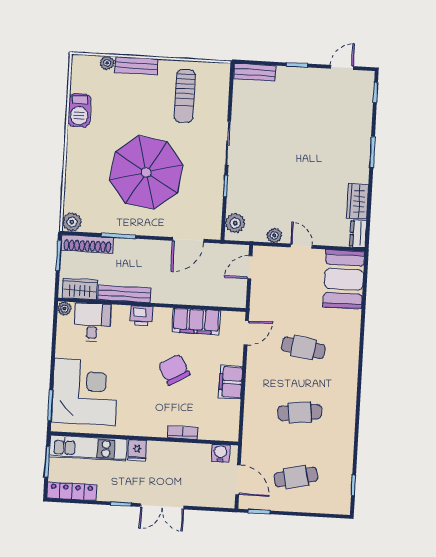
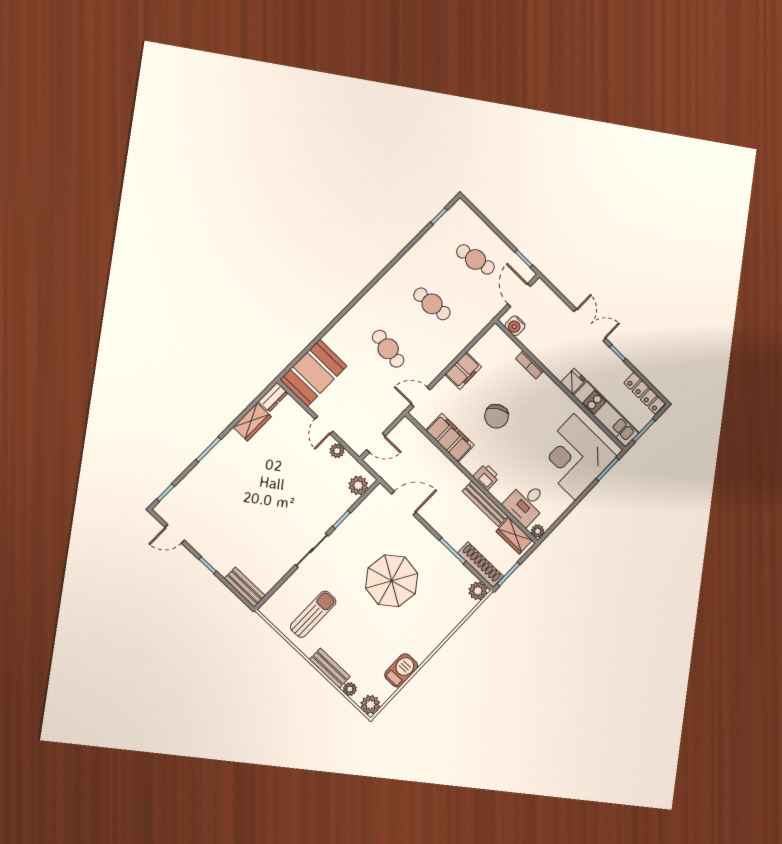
plant: (81, 64) -> (370, 705), added
parasol: (146, 172) -> (392, 581), width x0.73, depth x0.73

